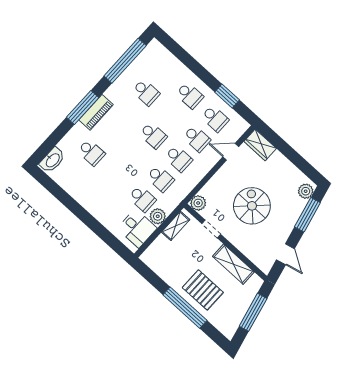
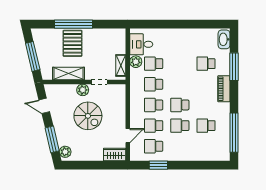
school desk: (190, 95) -> (180, 126), moved
window: (83, 107) -> (234, 67), moved
plant: (198, 203) -> (83, 90), moved
pallet: (203, 290) -> (73, 43), turned 90

